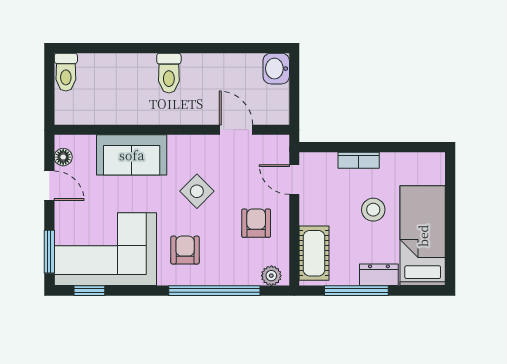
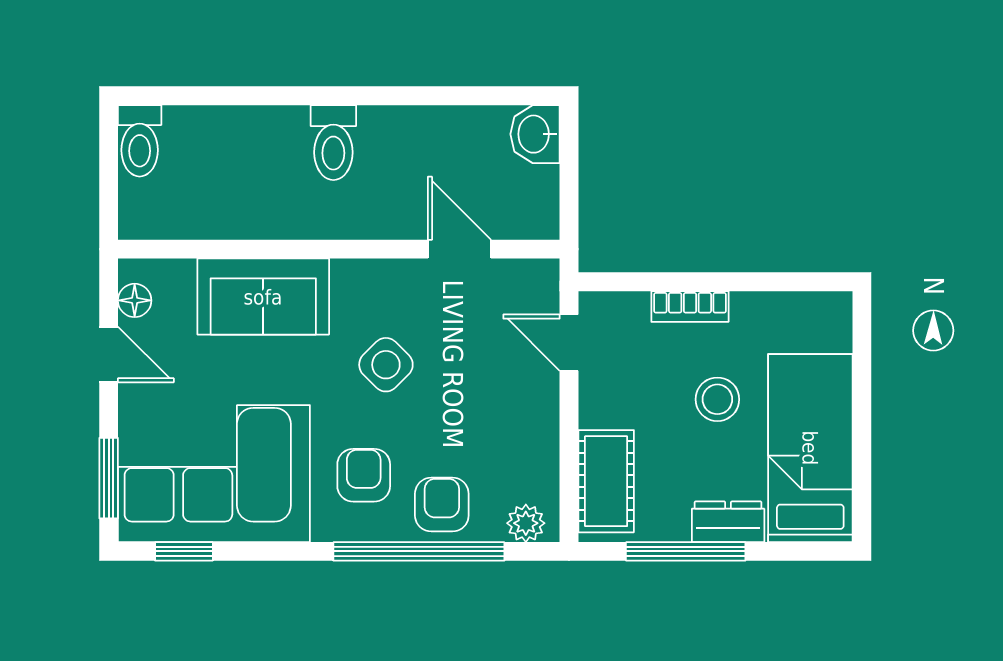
armchair: (256, 223) -> (442, 505), moved

